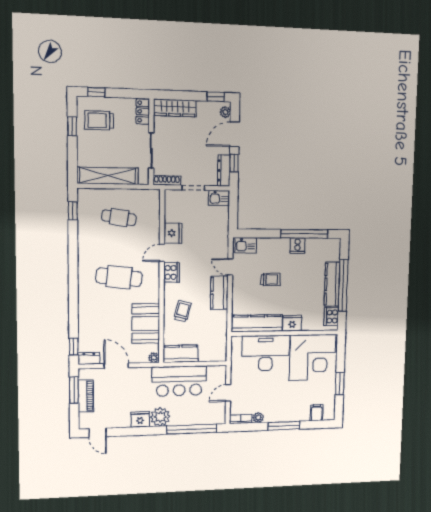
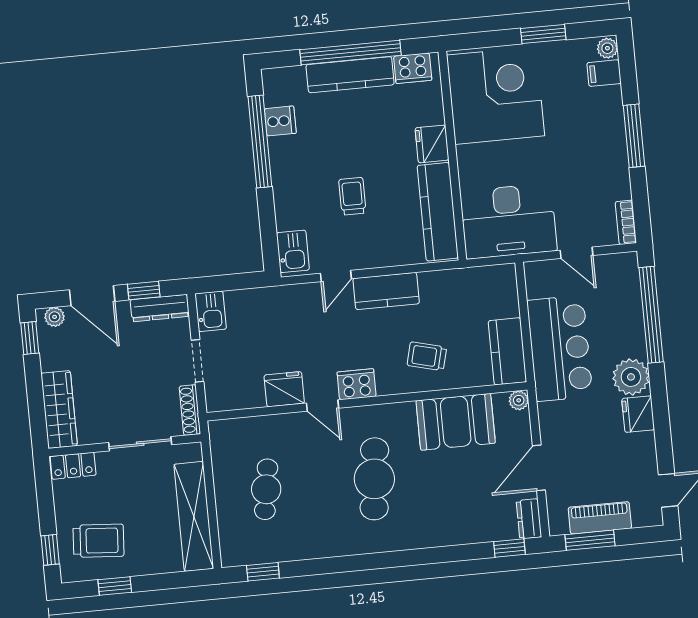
trolley: (99, 120) -> (98, 541), turned -86
cooker: (298, 246) -> (280, 121), moved
desk: (266, 353) -> (508, 221), moved, turned -90
plant: (258, 418) -> (607, 48), moved

